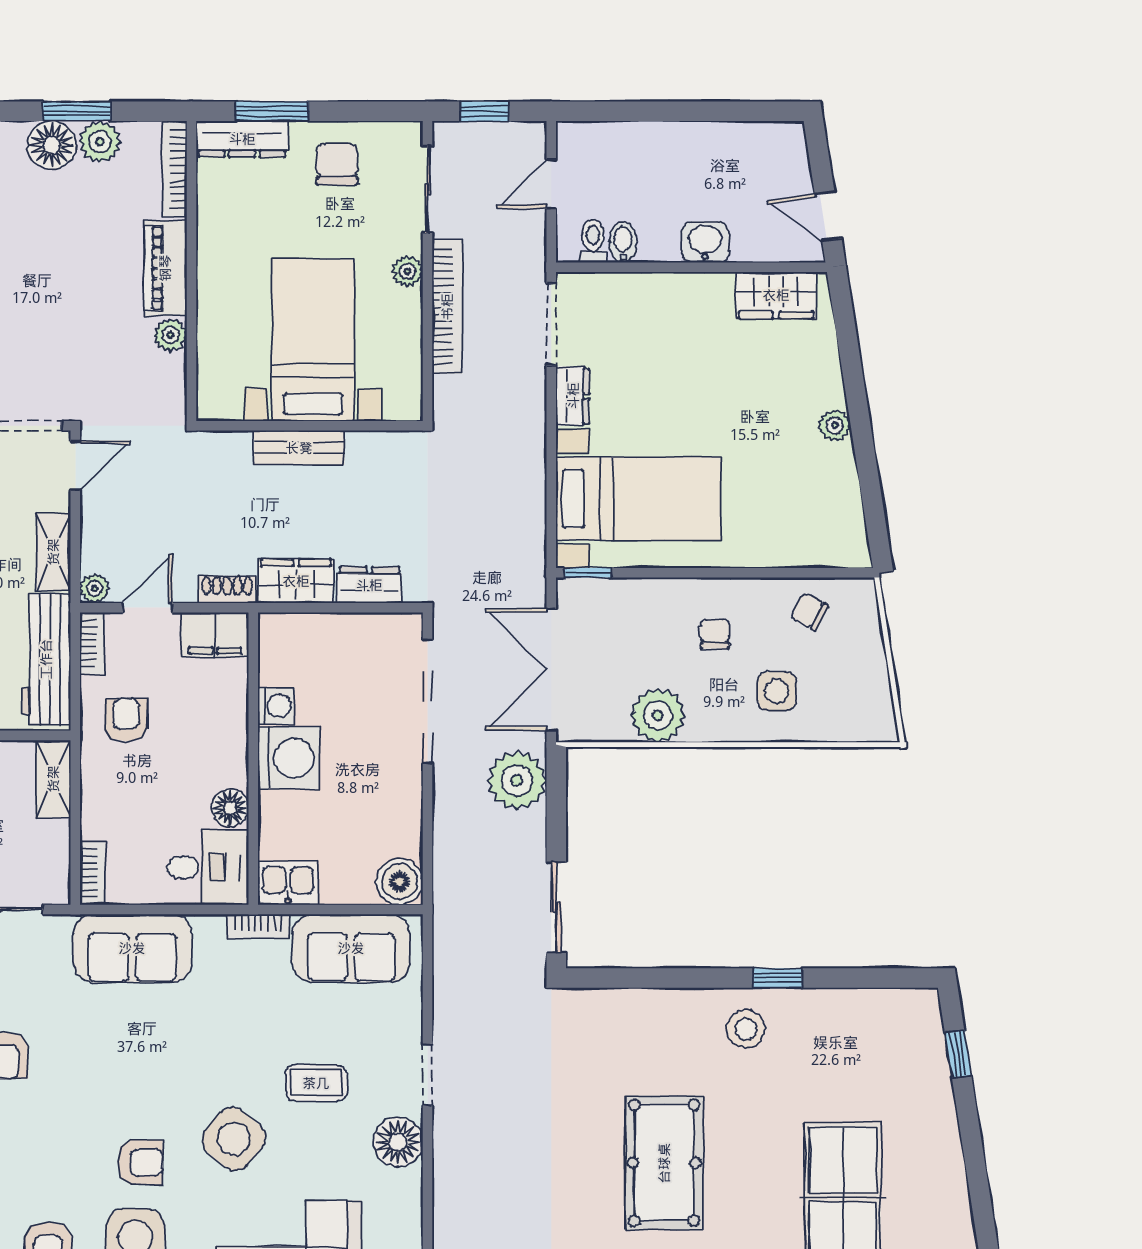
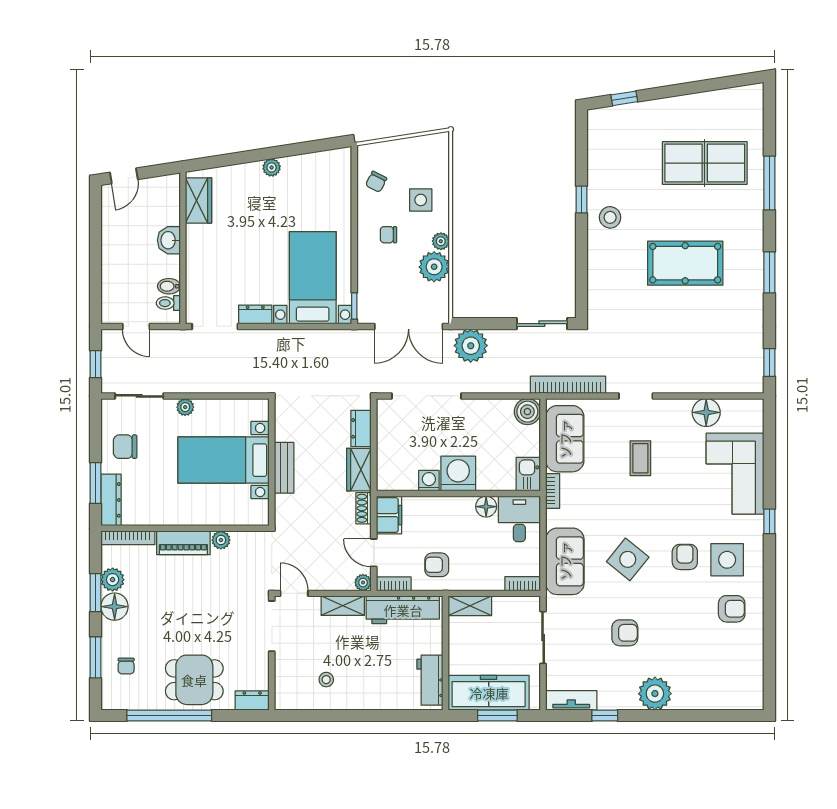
door: (828, 216) -> (124, 176), moved
bookcase: (447, 307) -> (568, 385), moved
plant: (703, 727) -> (441, 241), added
side table: (234, 1139) -> (628, 559), moved
floor lamp: (398, 1142) -> (706, 412), moved

